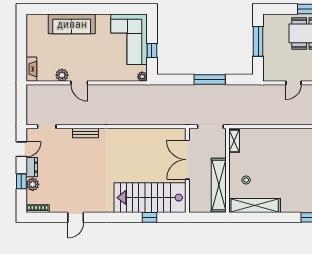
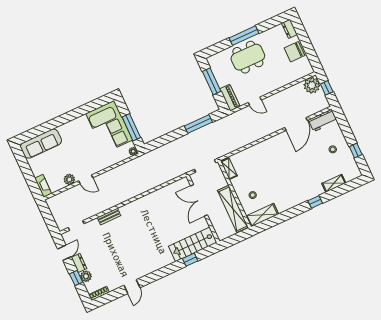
sofa: (72, 24) -> (41, 144), moved
window: (152, 50) -> (131, 127), width x2.17
piano: (269, 67) -> (230, 98), added
window: (210, 80) -> (198, 124), moved
door: (294, 83) -> (255, 101), hinge flipped
stairs: (150, 198) -> (193, 244), width x0.73, depth x0.66
shelving: (255, 206) -> (262, 215), width x0.68

